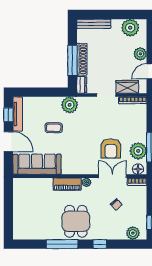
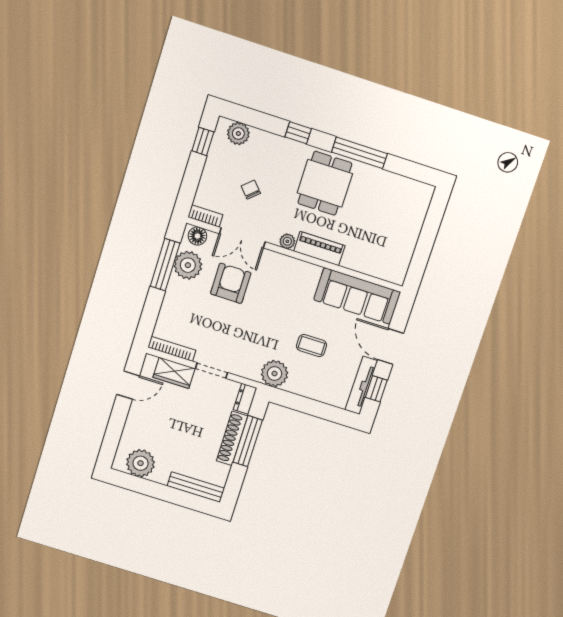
plant: (140, 54) -> (137, 418), removed

